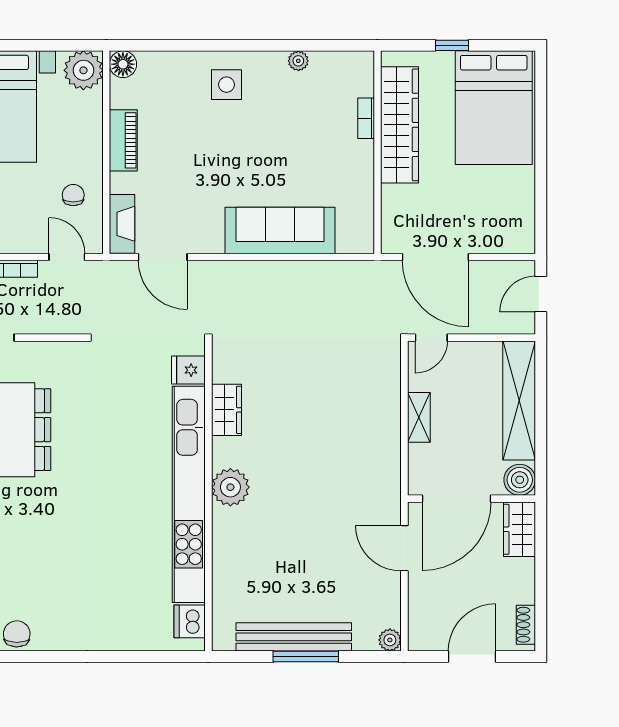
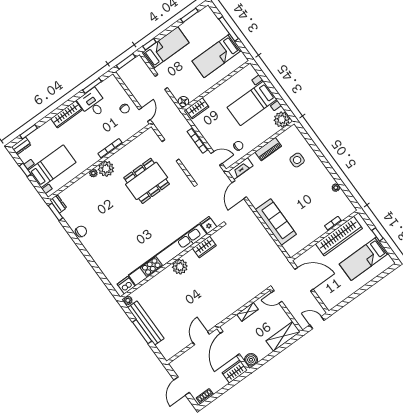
floor lamp: (123, 64) -> (293, 131), removed
side table: (226, 85) -> (297, 160), moved
bed: (494, 108) -> (364, 259), width x0.67
door: (67, 257) -> (217, 158), hinge flipped
door: (435, 257) -> (304, 279), swing flipped
shelving: (519, 400) -> (283, 336), width x0.68
door: (457, 499) -> (230, 344), hinge flipped
plant: (390, 640) -> (128, 300), moved
door: (472, 657) -> (182, 386), swing flipped

